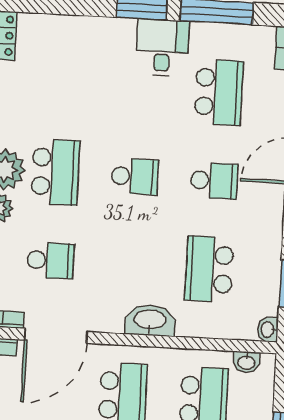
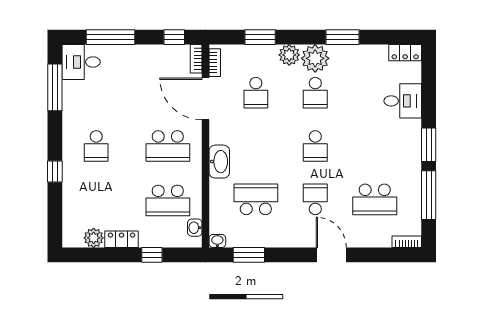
desk: (162, 47) -> (403, 101), moved
school desk: (55, 172) -> (315, 93), width x0.54
school desk: (214, 181) -> (315, 199), turned 180

